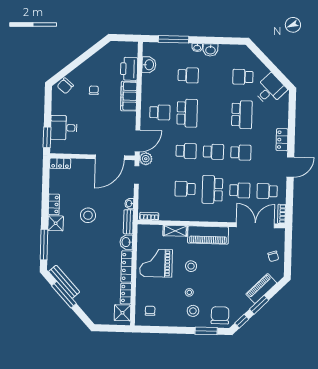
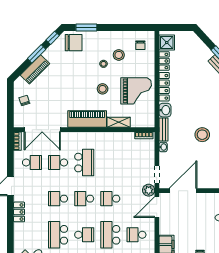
school desk: (185, 189) -> (84, 235), moved
stool: (193, 311) -> (119, 55), moved
chair: (220, 315) -> (74, 43), turned -90

